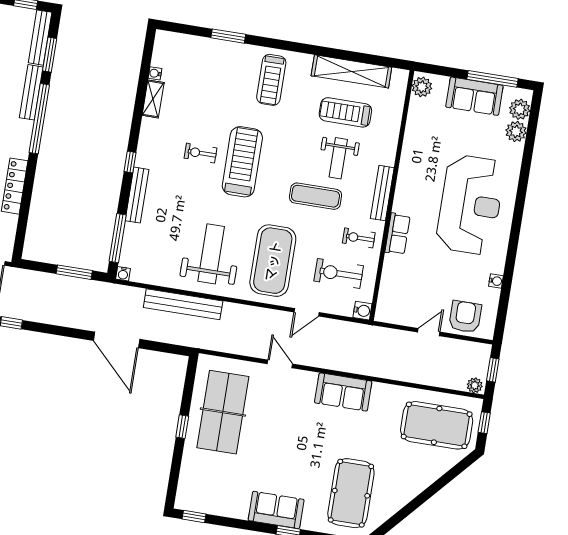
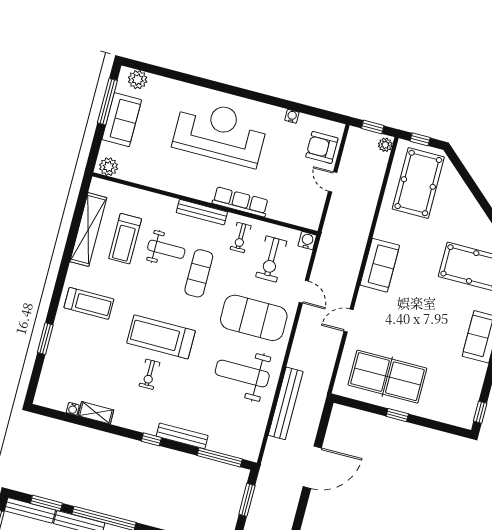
plant: (516, 132) -> (157, 85), removed
row of seats: (398, 234) -> (240, 202), width x1.48
water cooler: (123, 274) -> (253, 455), removed

